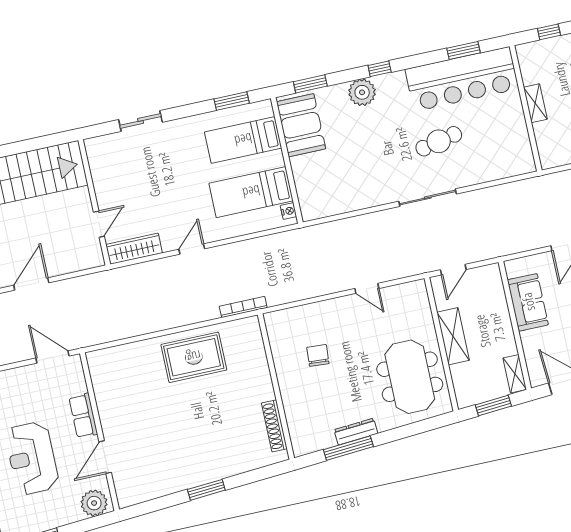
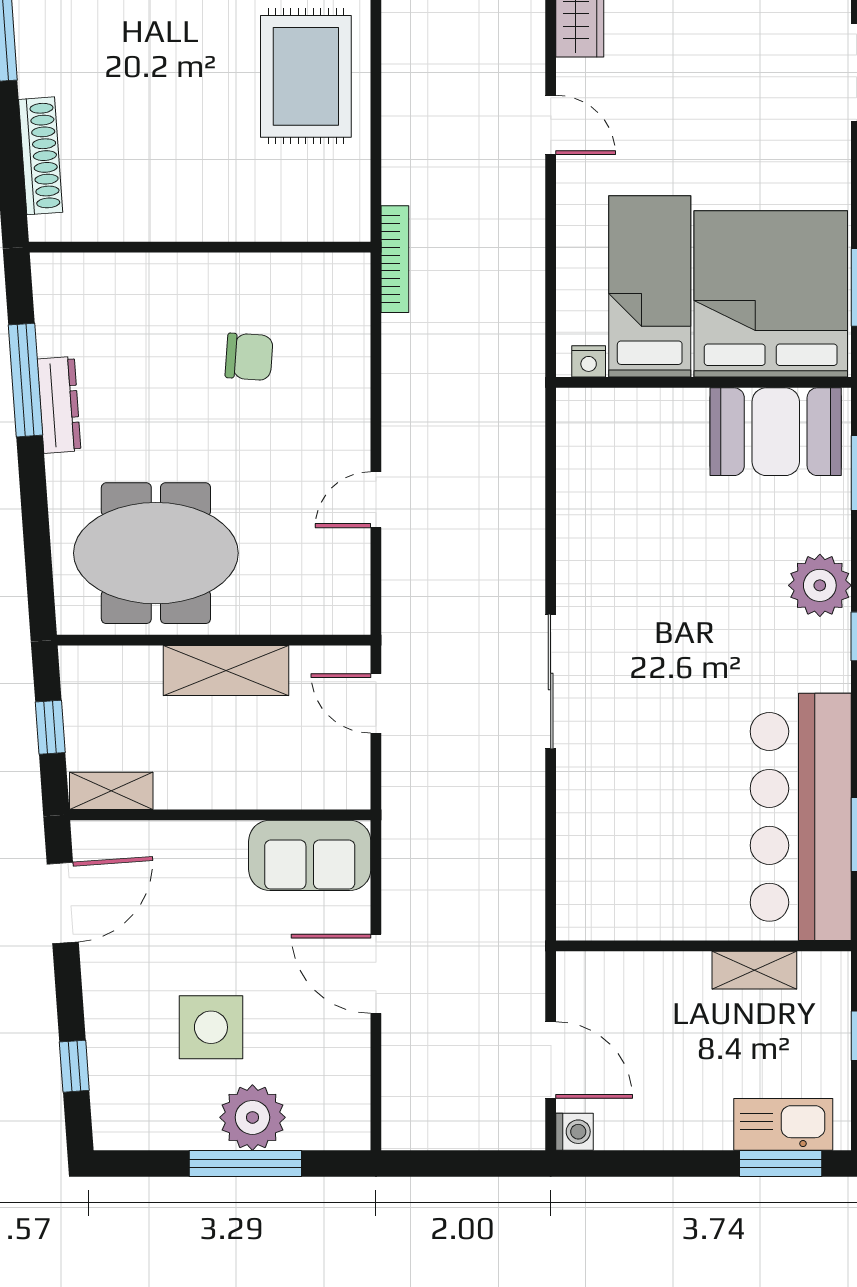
shelving: (535, 103) -> (754, 970), moved
bed: (243, 140) -> (771, 294), width x2.04
cafe table: (439, 141) -> (672, 734), removed
sofa: (528, 302) -> (310, 855), moved
bookcase: (243, 307) -> (395, 259), moved
window: (493, 406) -> (50, 727), width x0.67
shoe rack: (274, 426) -> (41, 156), moved, turned 86

